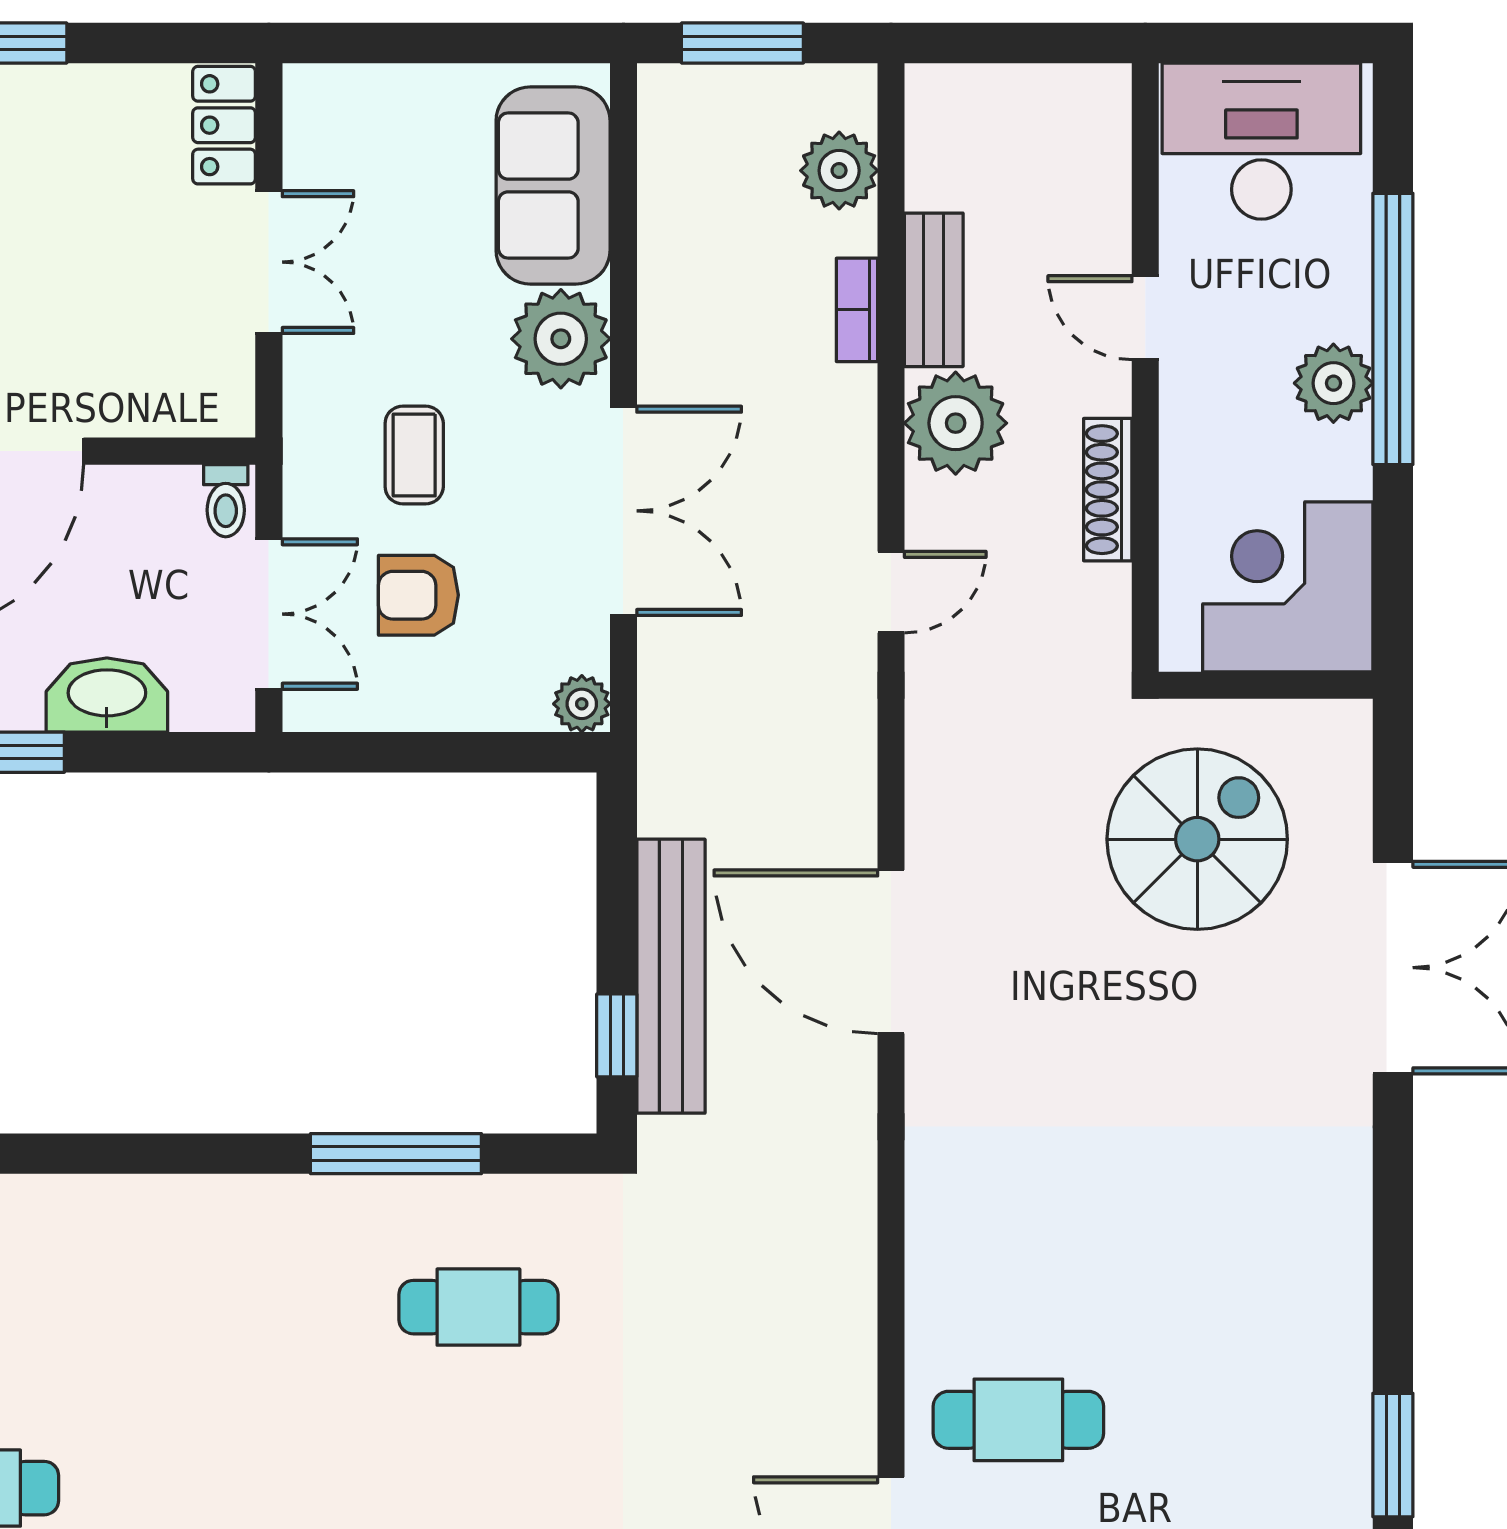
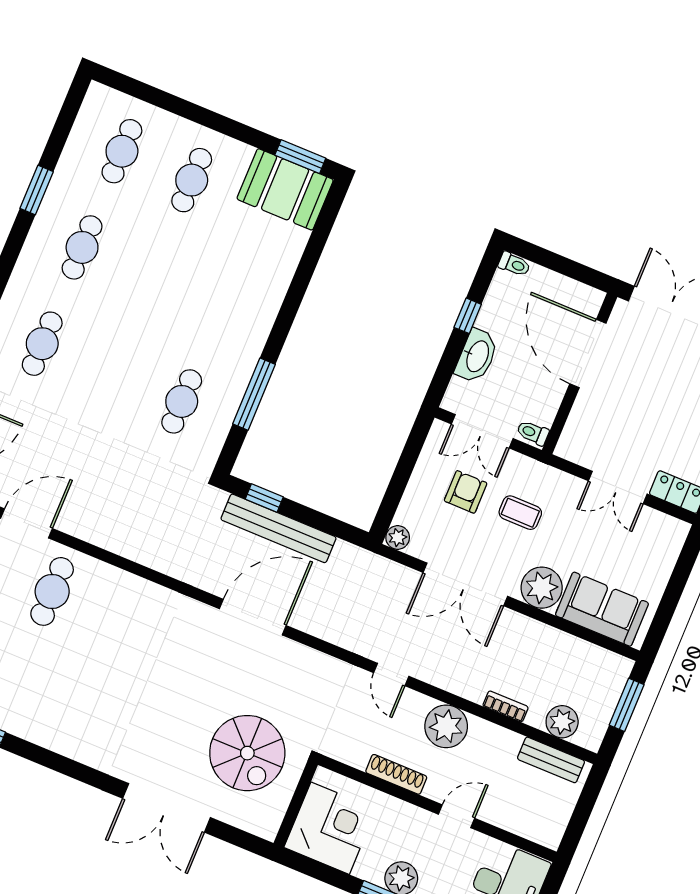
bench: (934, 290) -> (551, 760), moved

